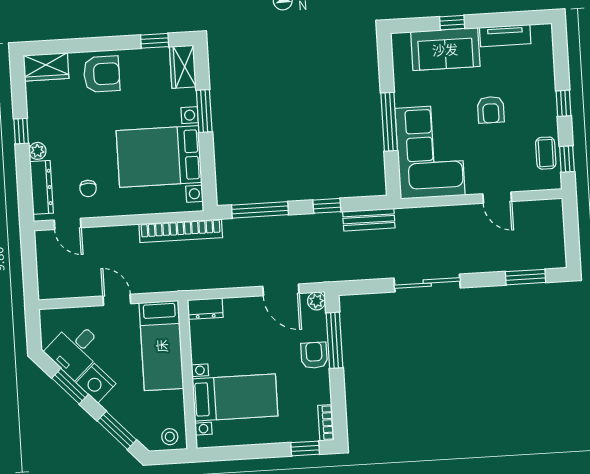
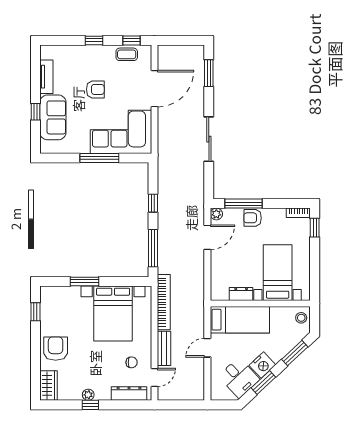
wardrobe: (183, 67) -> (54, 294), removed
plant: (37, 151) -> (88, 395), moved
door: (497, 198) -> (154, 89), width x1.88
bench: (369, 220) -> (164, 348), moved
dresser: (205, 309) -> (241, 294), moved, turned -90

